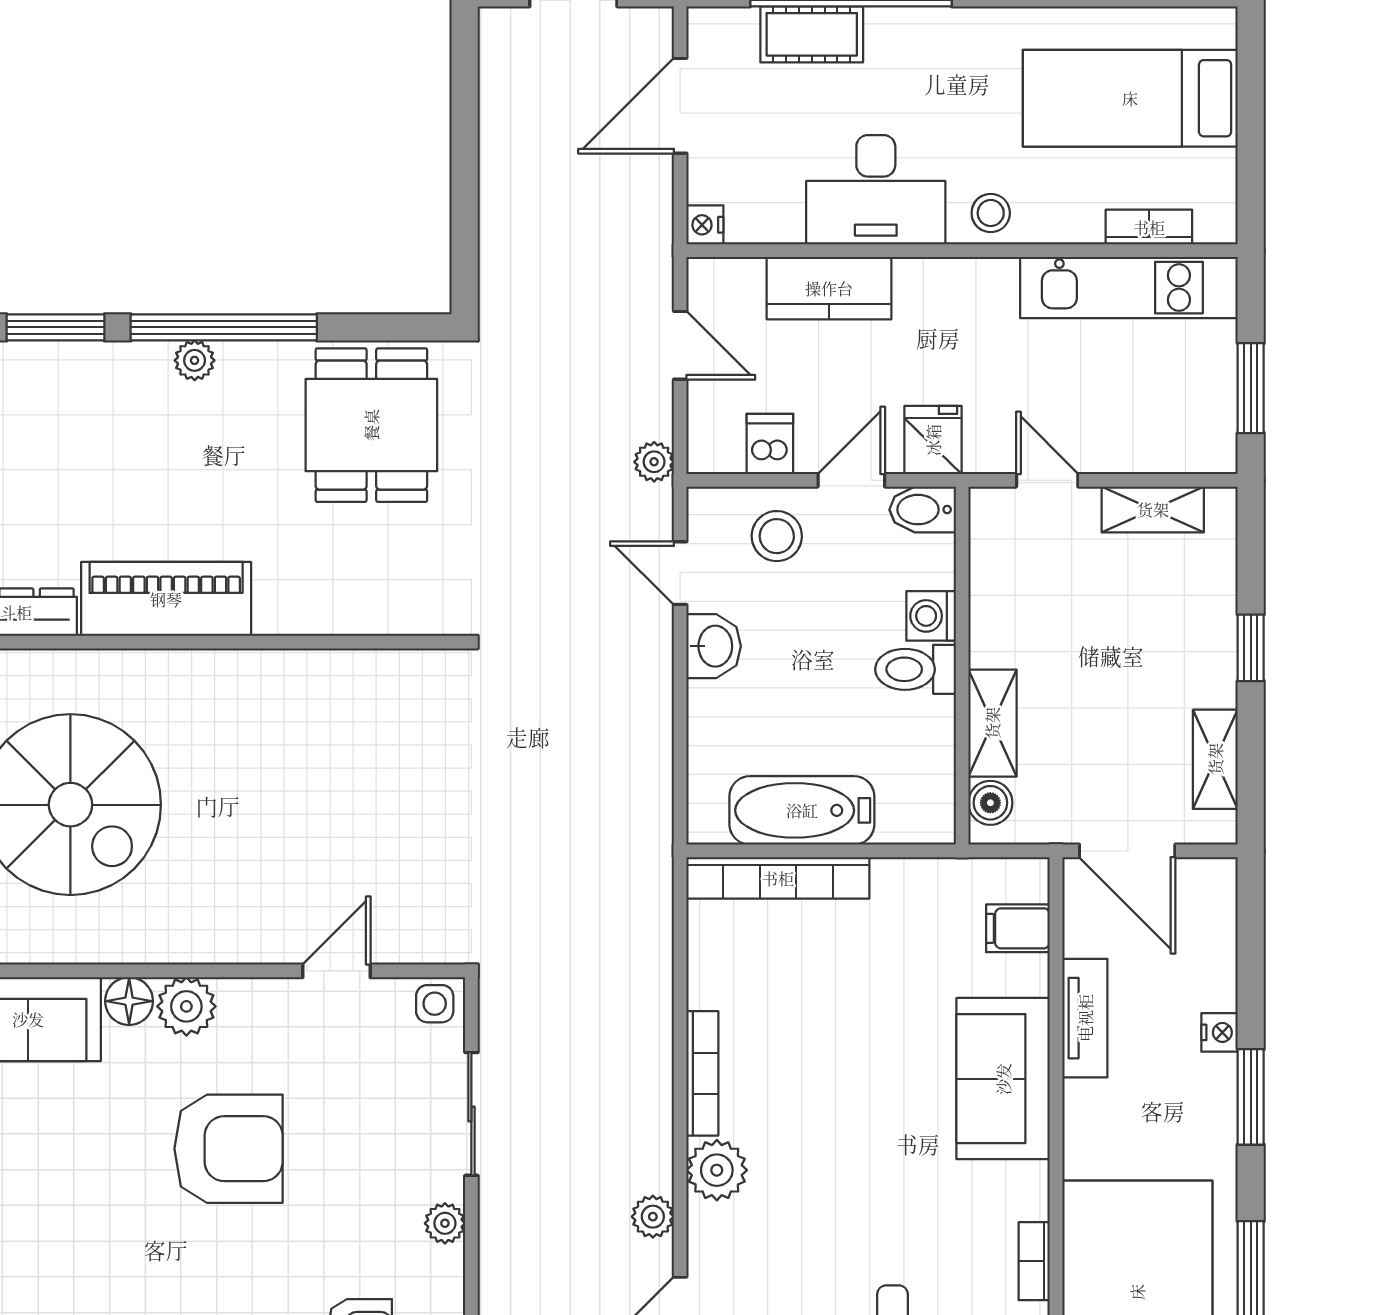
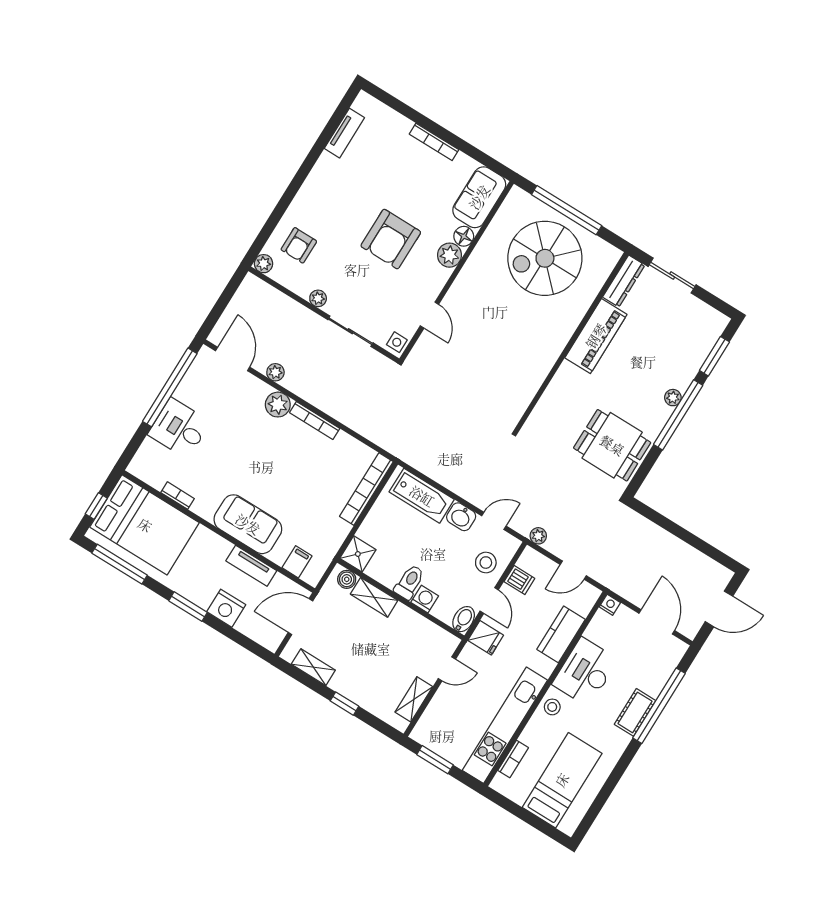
cot: (812, 34) -> (635, 712), moved
kitchen unit: (1129, 288) -> (505, 725), width x1.36
bathtub: (802, 810) -> (422, 496), moved, turned 90
shower: (924, 812) -> (358, 554), added
nightstand: (1219, 1032) -> (226, 608), width x1.89, depth x1.79

